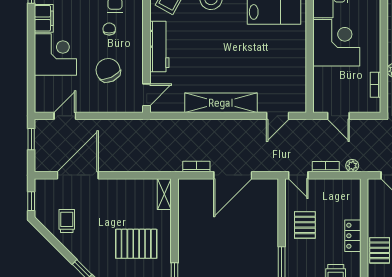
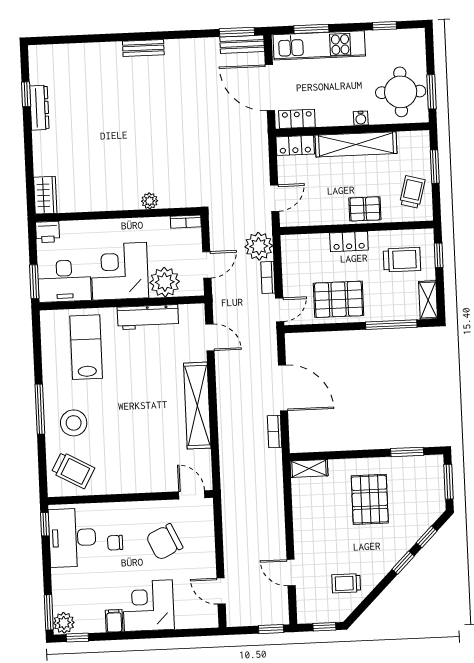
filing cabinet: (44, 18) -> (114, 621), width x0.50
workbench: (159, 46) -> (148, 317), moved, turned 180
plant: (326, 80) -> (165, 282), added
bookcase: (375, 85) -> (186, 222), moved
window: (31, 139) -> (271, 629), moved
plant: (352, 166) -> (259, 246), width x1.88, depth x1.88
door: (78, 175) -> (291, 573), width x0.53
pallet: (305, 225) -> (339, 299), width x1.50, depth x1.42

